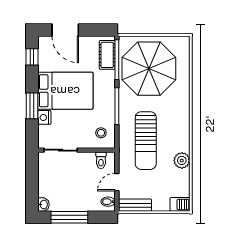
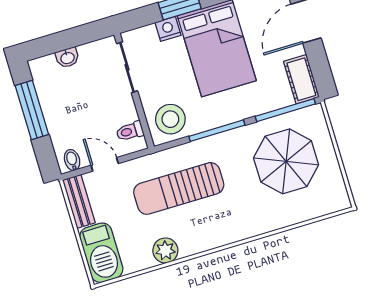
cot: (107, 55) -> (301, 79), moved, turned 90
parasol: (149, 69) -> (286, 161), width x0.73, depth x0.73
stool: (101, 133) -> (170, 119), width x1.89, depth x1.89
barbecue: (180, 204) -> (101, 253), width x1.88, depth x1.53
washbasin: (43, 205) -> (67, 58), moved

